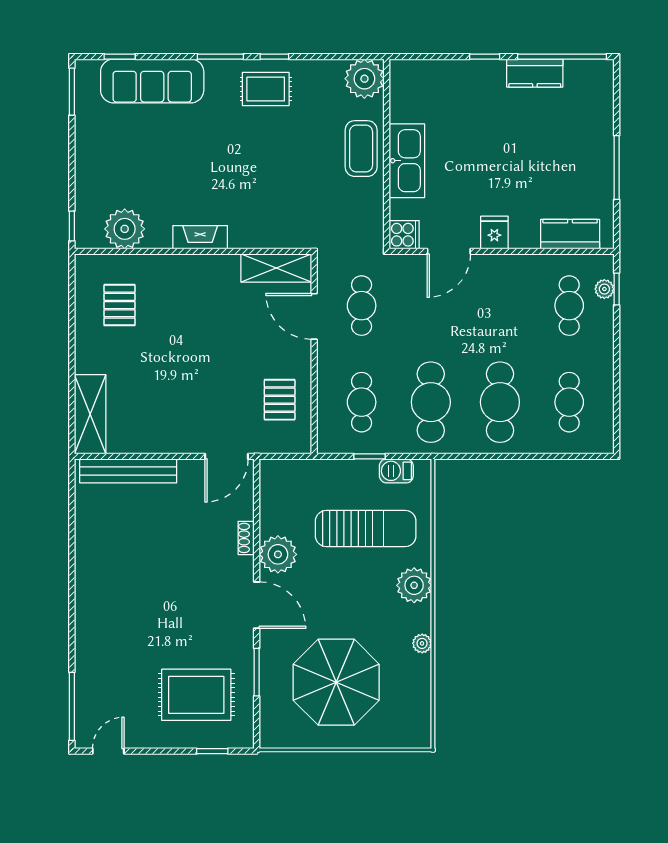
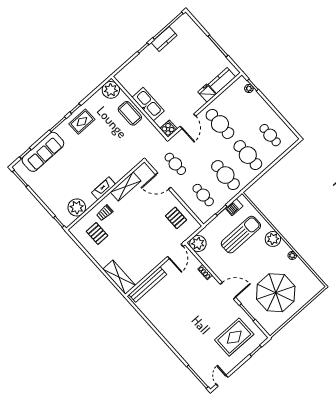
fridge: (494, 233) -> (207, 93), moved
shelving: (276, 268) -> (126, 186), moved
trolley: (165, 281) -> (105, 213), added
cafe table: (569, 306) -> (220, 124), moved, width x1.37, depth x1.35
plant: (278, 554) -> (198, 243), moved

